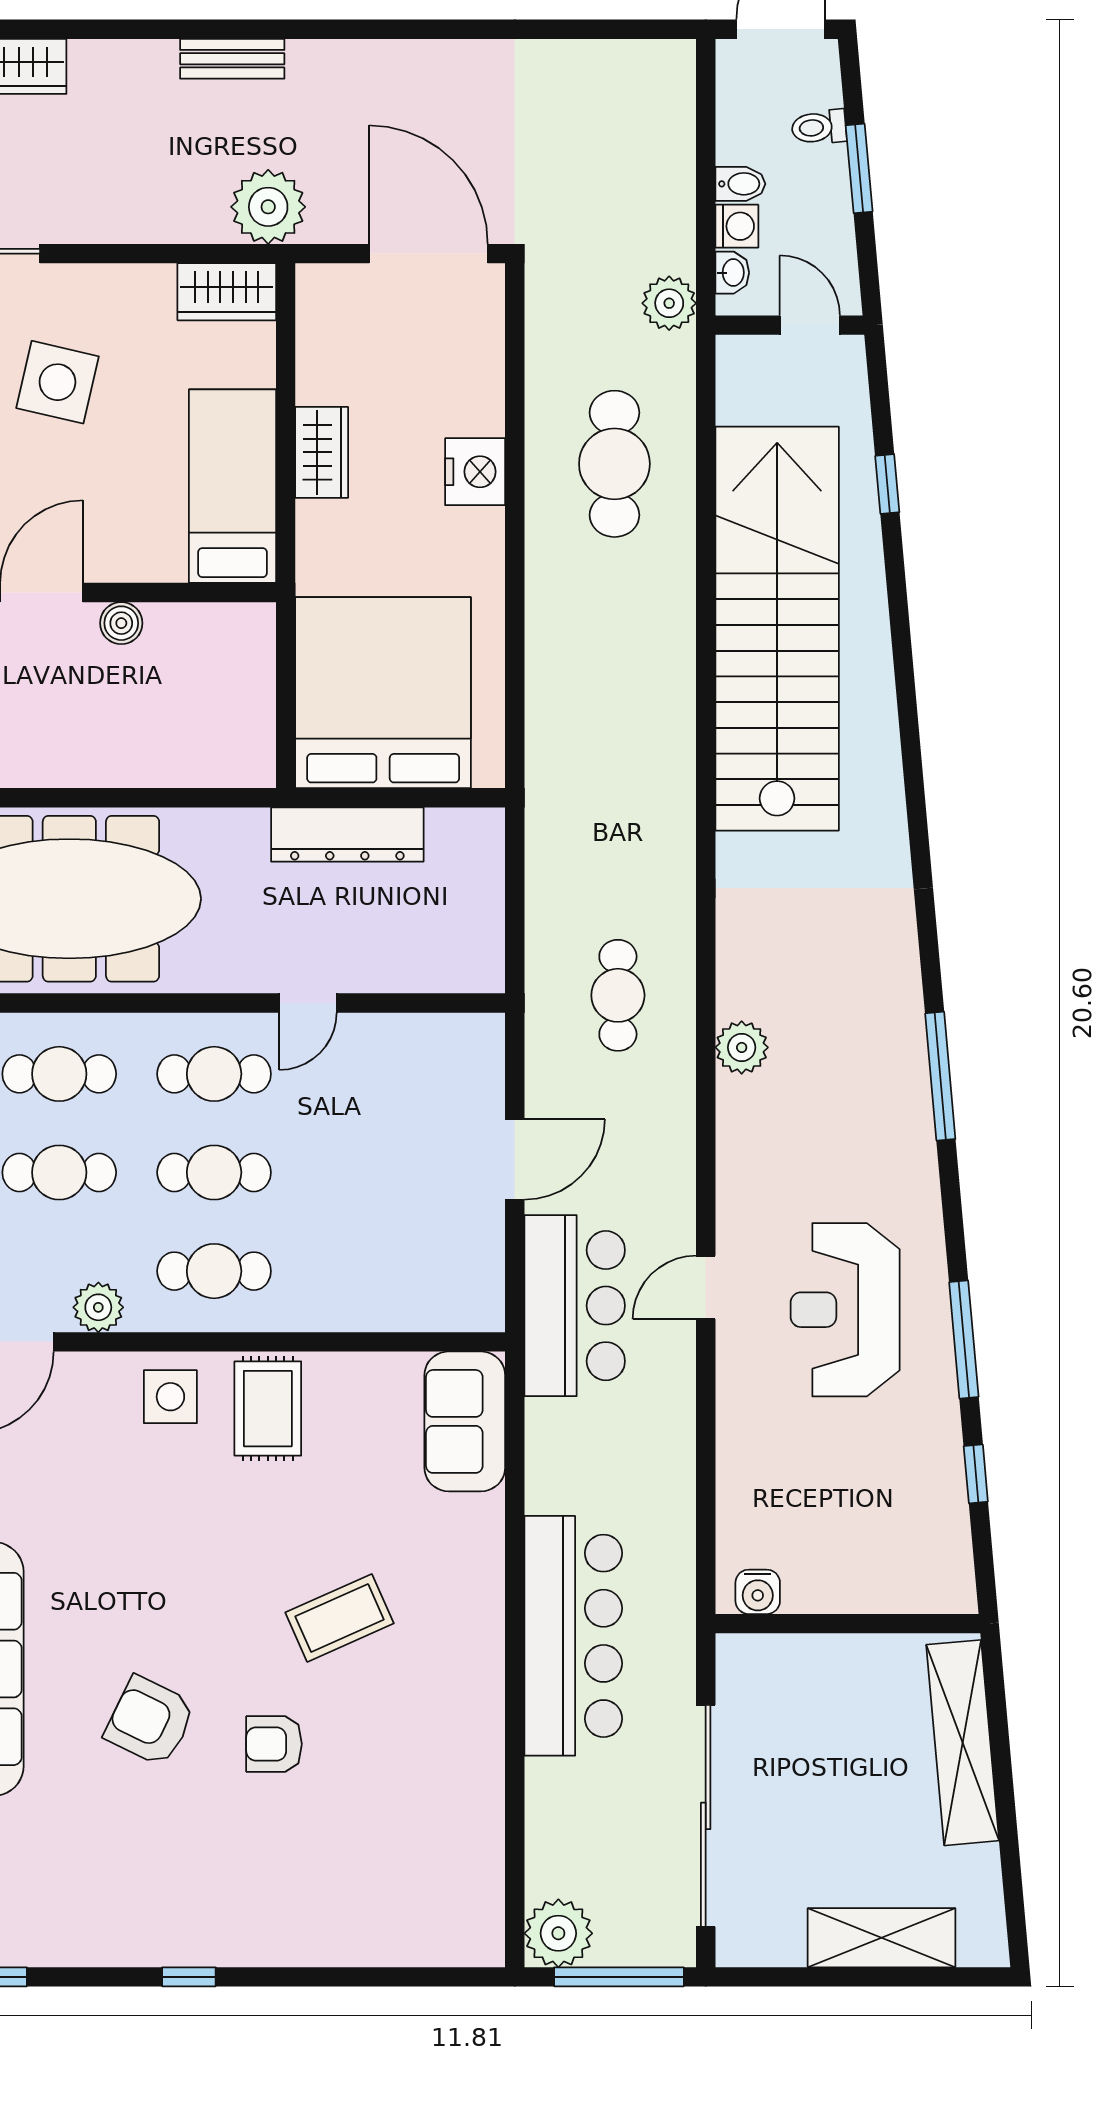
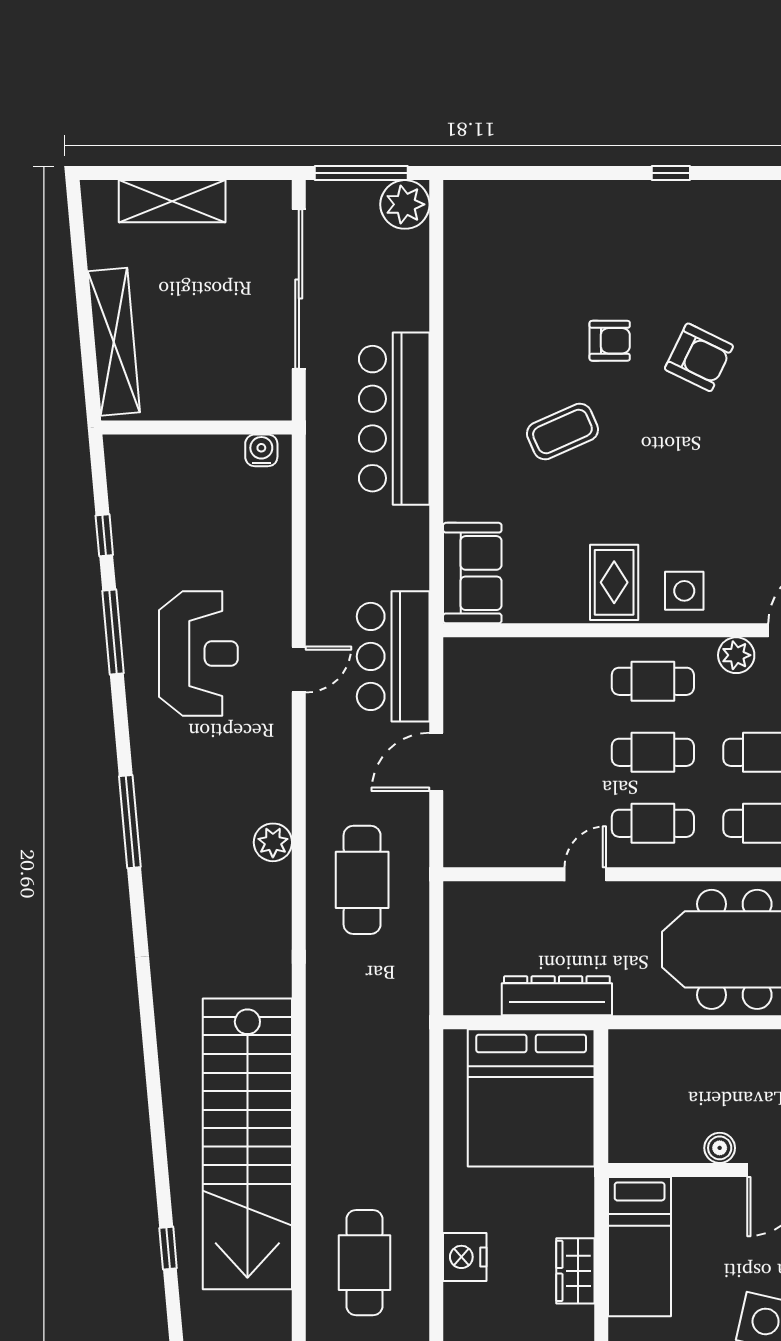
cafe table: (618, 995) -> (362, 880), width x1.37, depth x1.35

